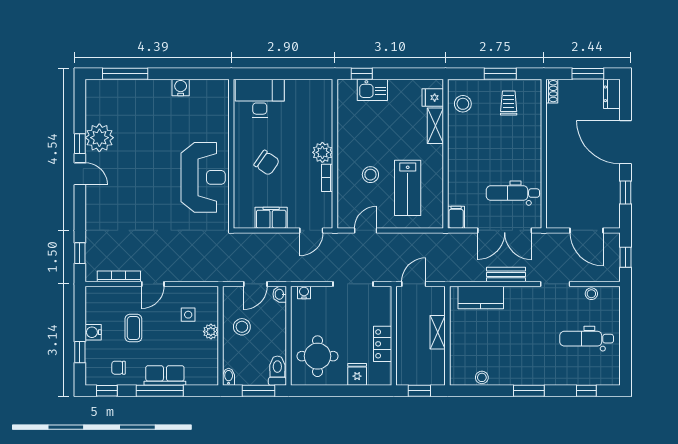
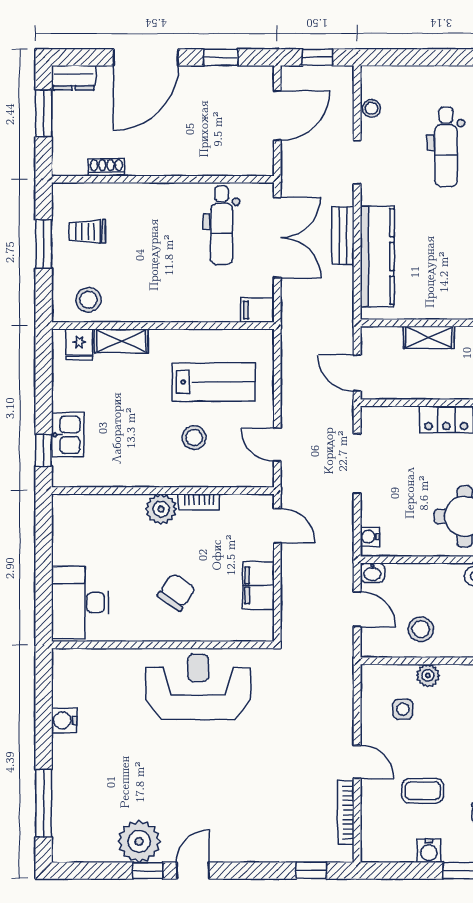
shoe rack: (552, 91) -> (106, 167), moved
kitchen counter: (481, 297) -> (377, 256), width x1.50
dental chair: (587, 339) -> (446, 147), moved

